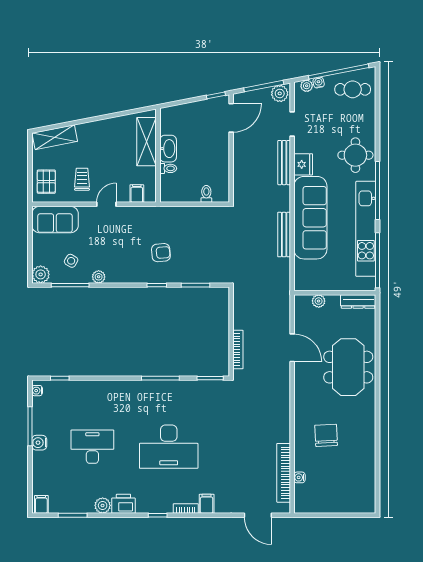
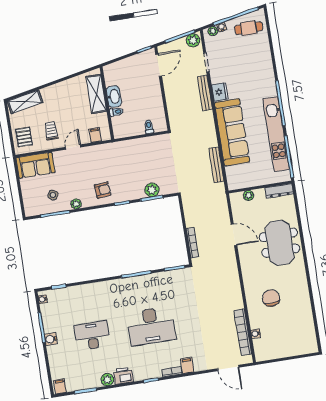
round table: (355, 155) -> (259, 78), removed
bench: (284, 235) -> (216, 165), moved
armchair: (161, 253) -> (103, 190), moved
plant: (41, 274) -> (152, 190), moved

